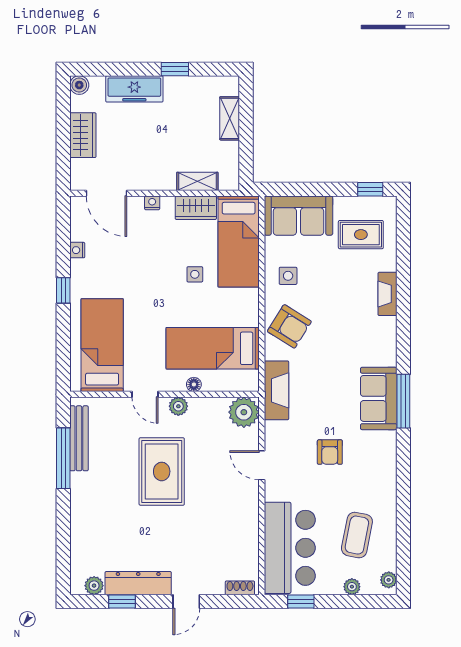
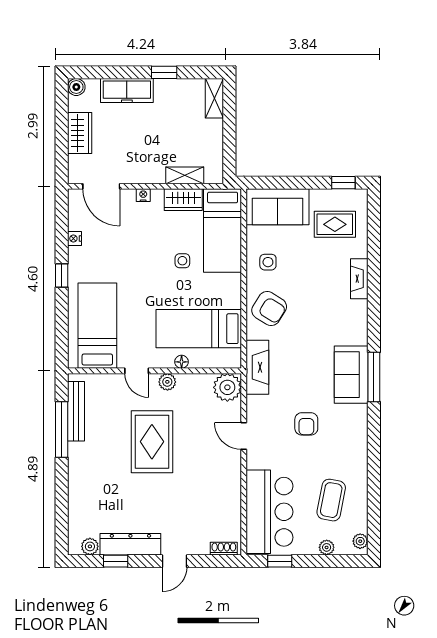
shelving: (230, 118) -> (214, 98), moved

